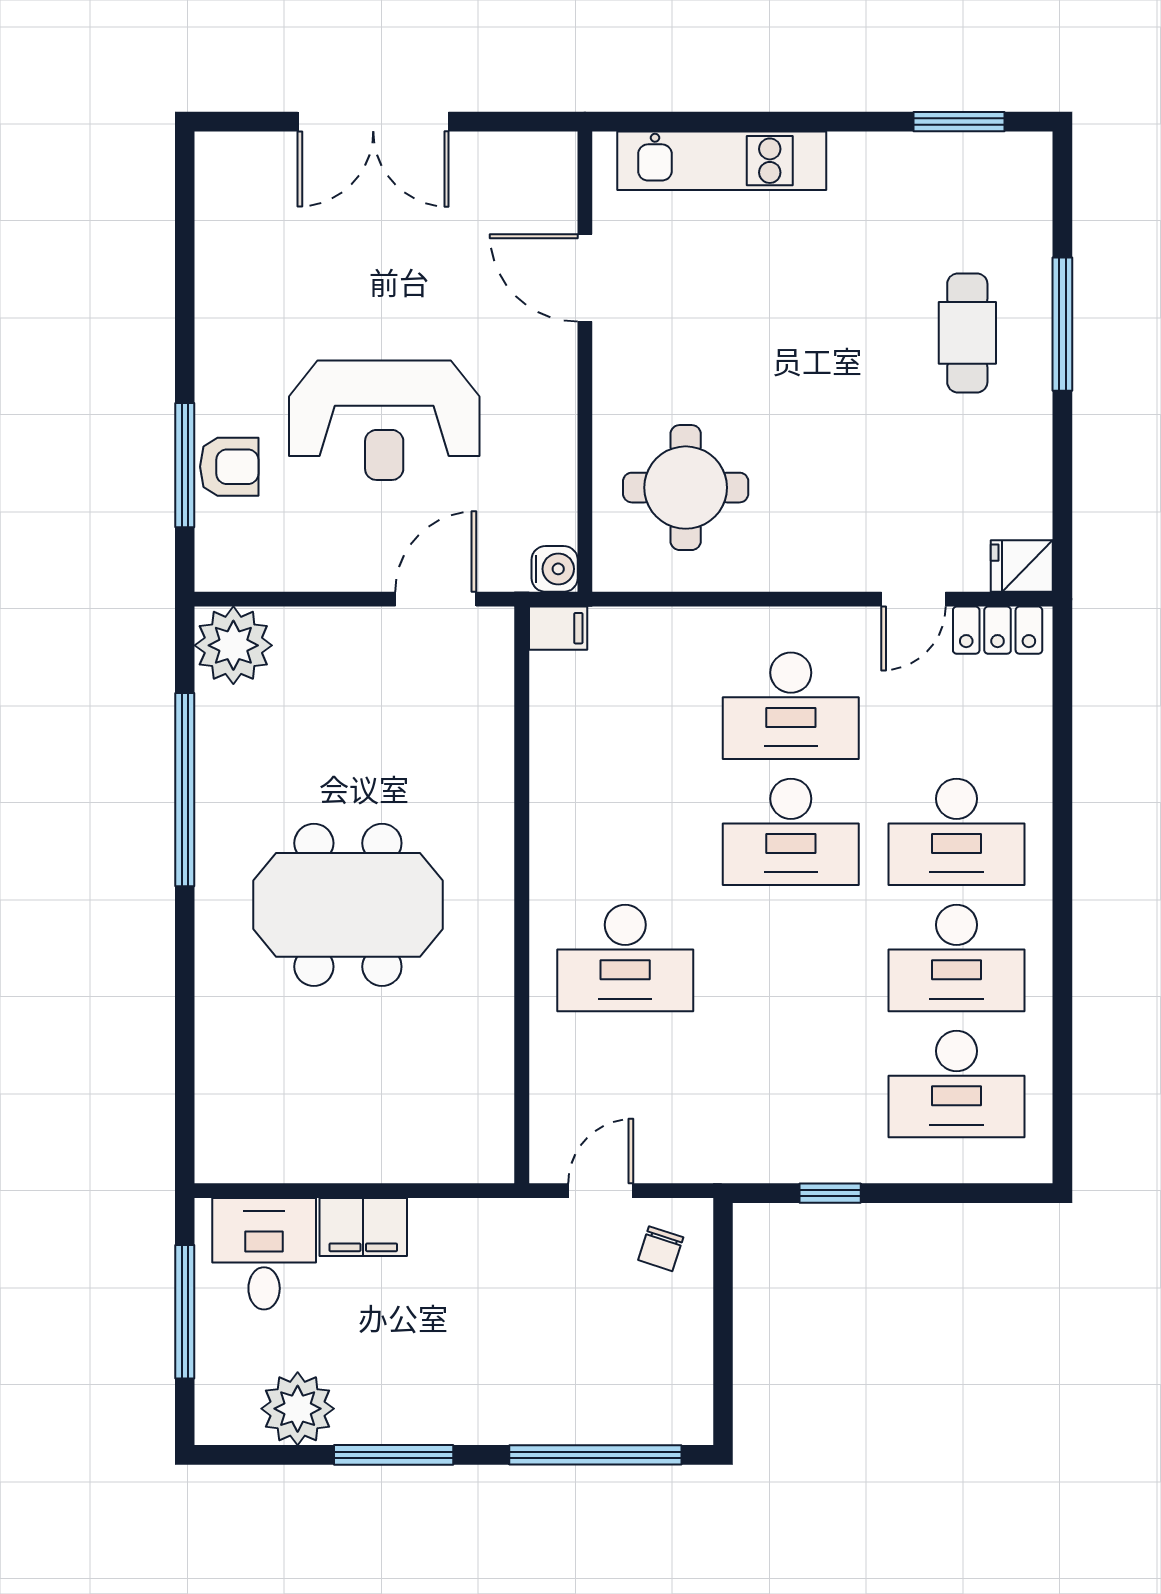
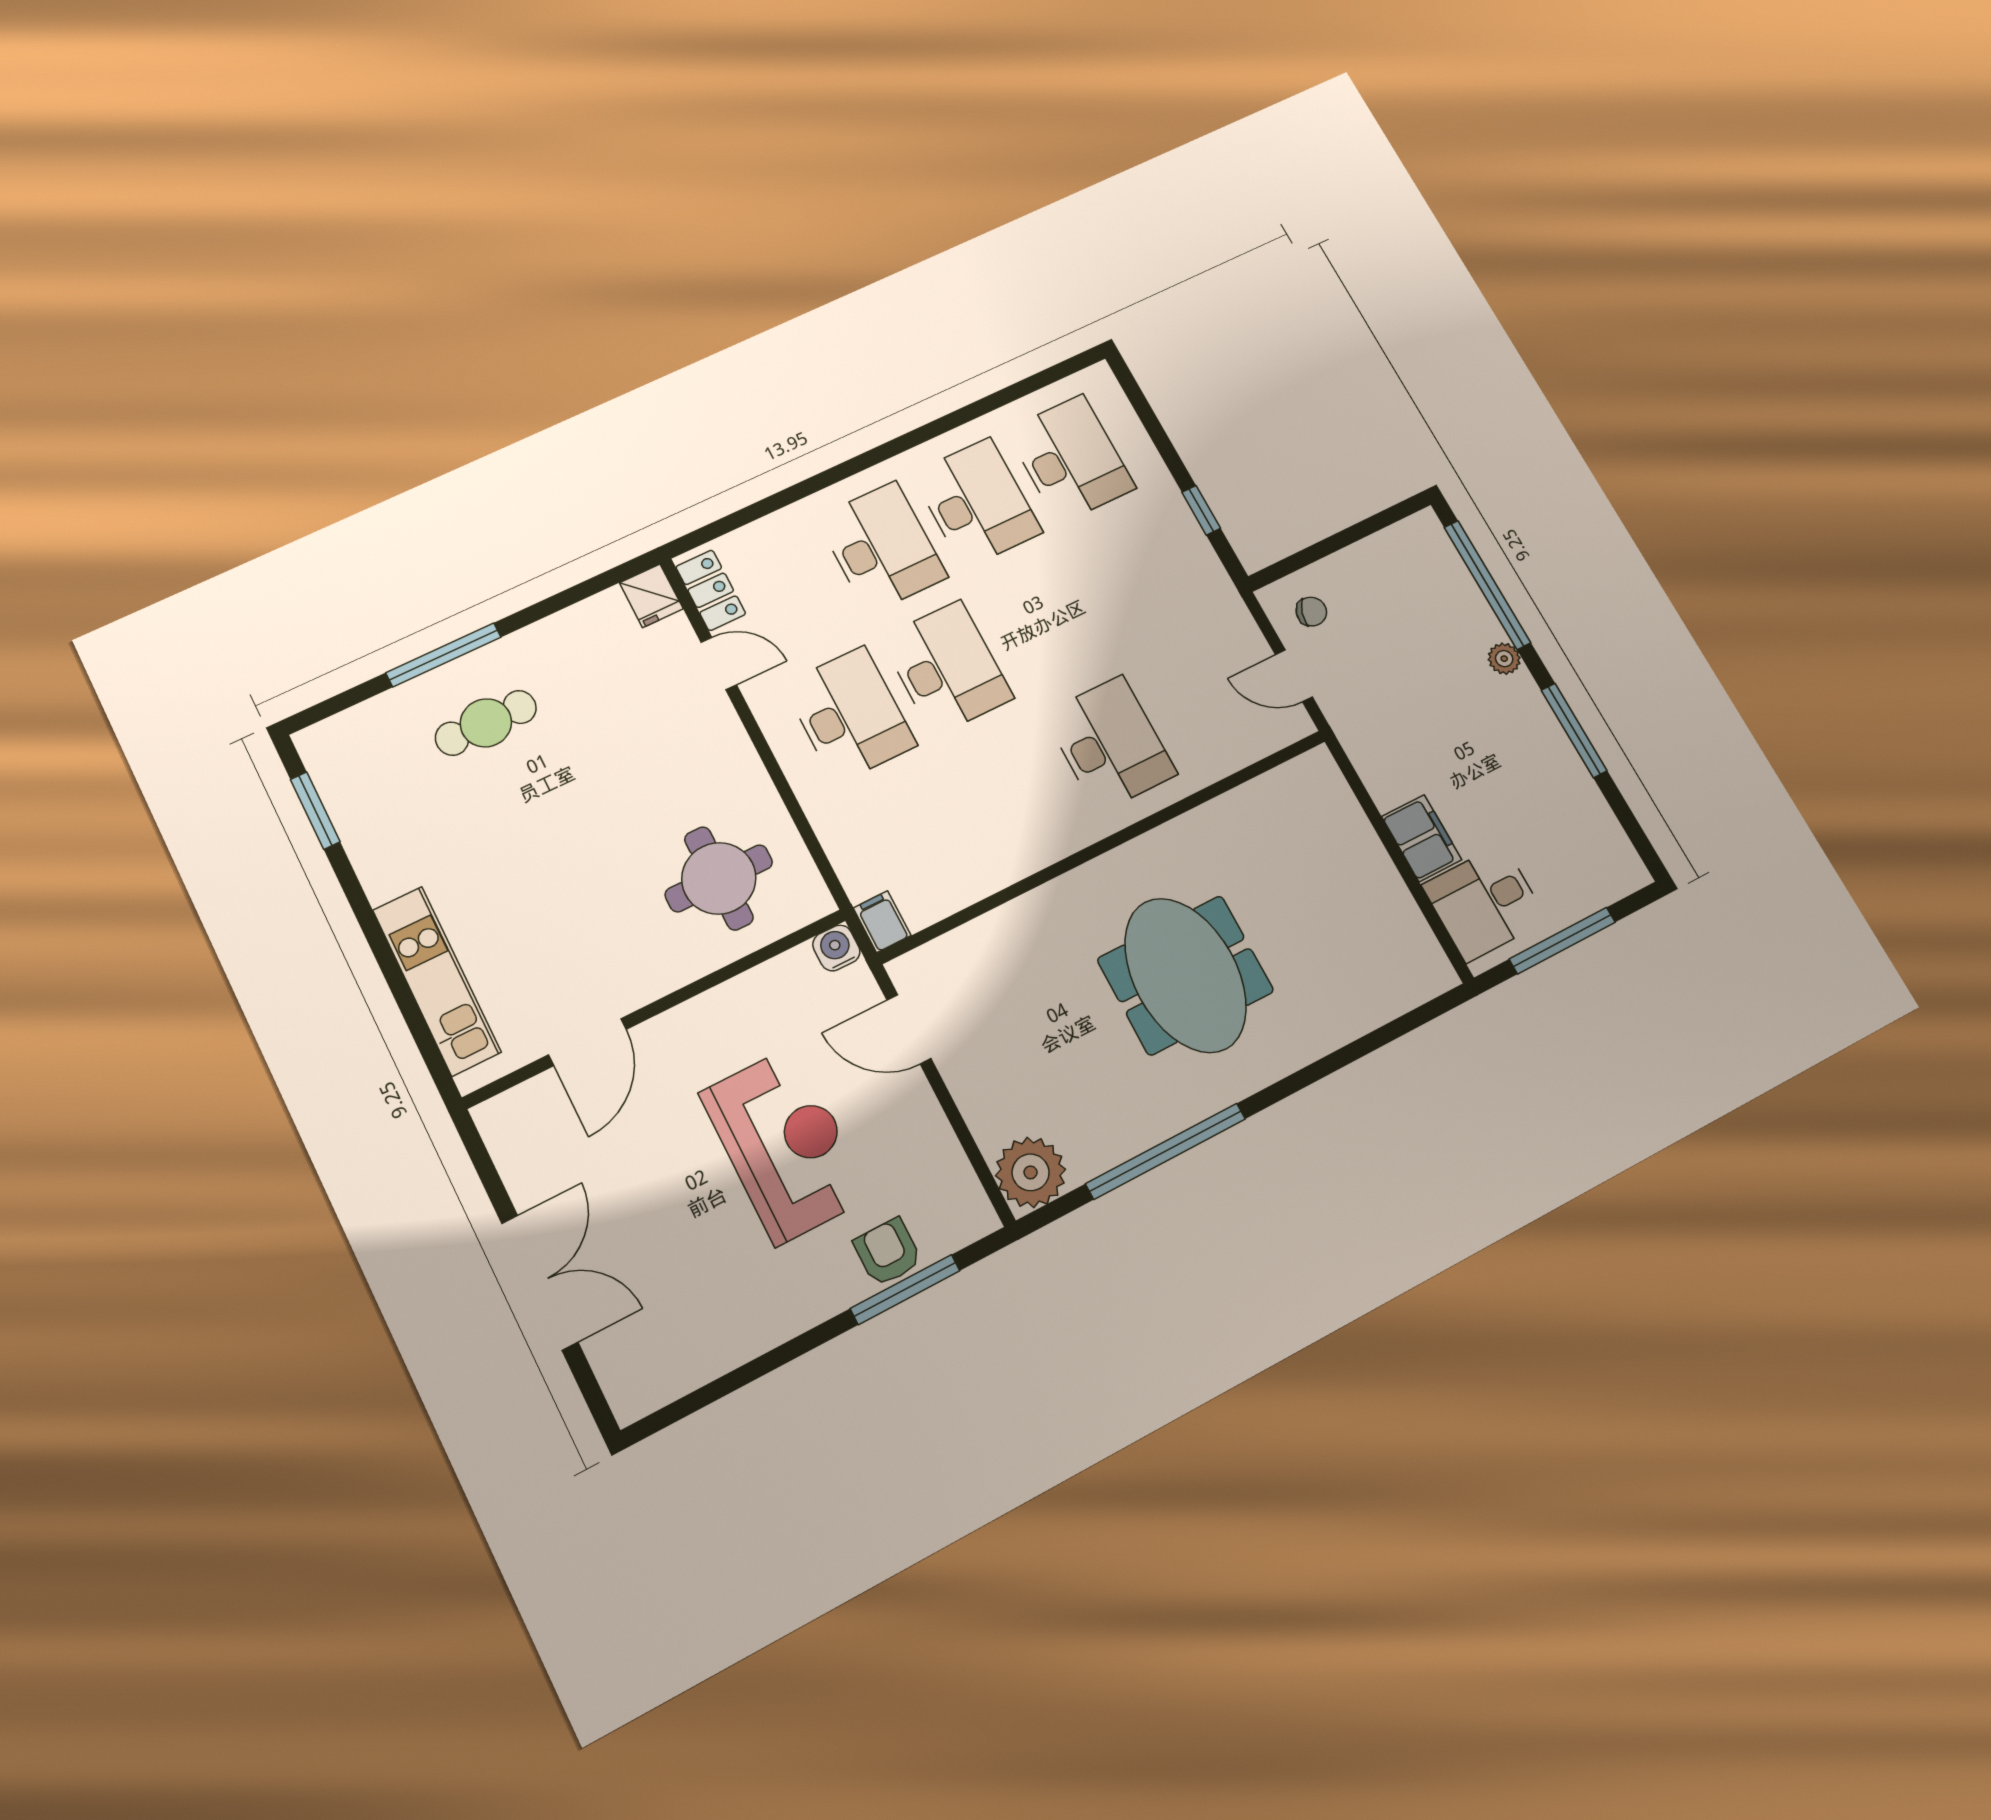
plant: (298, 1409) -> (1504, 659), moved, width x0.53, depth x0.53

